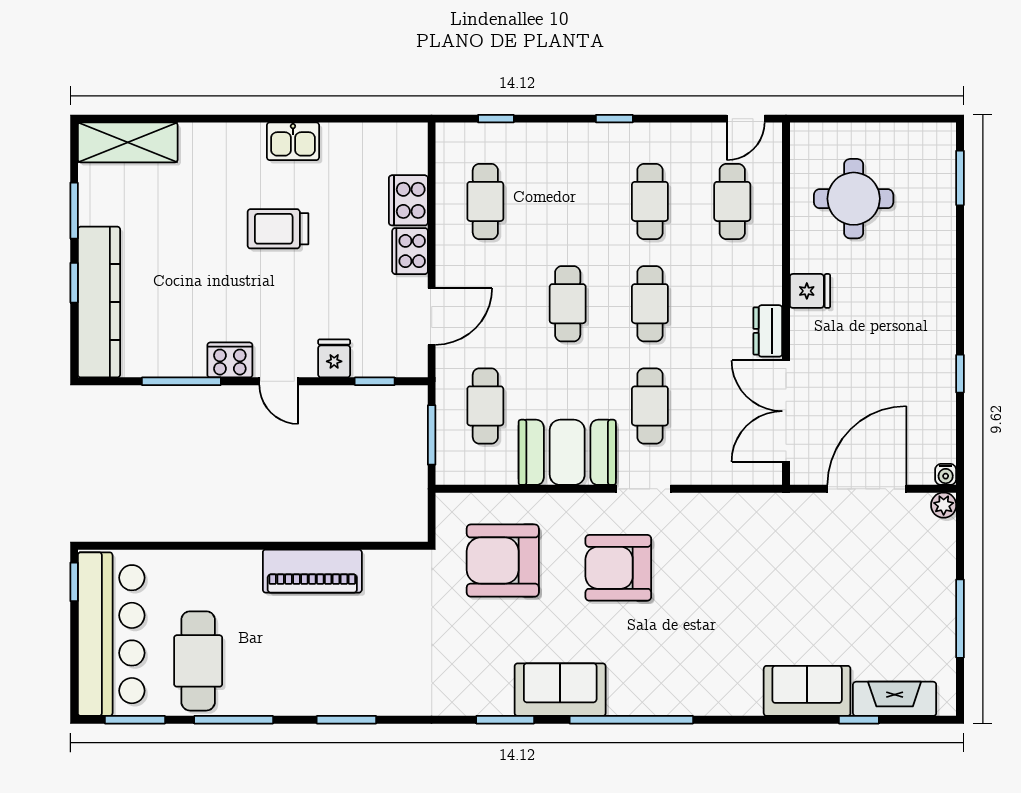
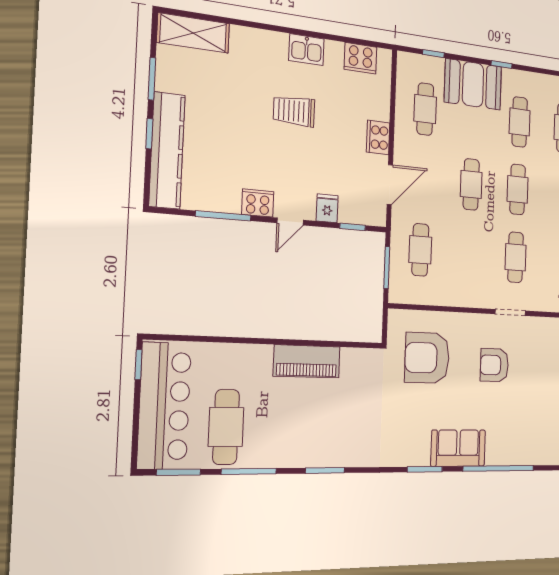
cooker: (408, 200) -> (361, 58), moved, turned -90
door: (279, 381) -> (290, 222), hinge flipped
booth: (567, 452) -> (473, 84), moved
armchair: (618, 568) -> (494, 365), width x0.73, depth x0.73

